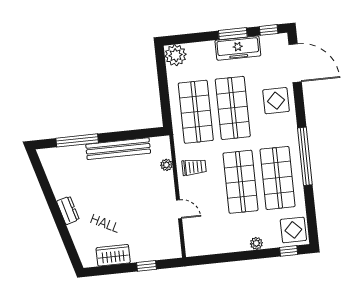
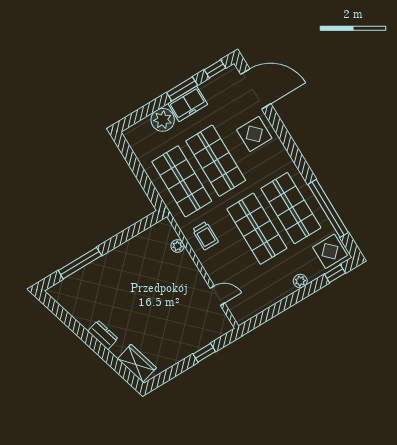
freezer: (238, 48) -> (188, 104), width x0.71
plant: (176, 55) -> (163, 120), moved
bench: (118, 149) -> (123, 252), removed
window: (305, 156) -> (328, 208), moved
trolley: (194, 167) -> (205, 236), turned 90
door: (179, 209) -> (217, 296), moved
wardrobe: (113, 255) -> (137, 363), moved, turned 74

